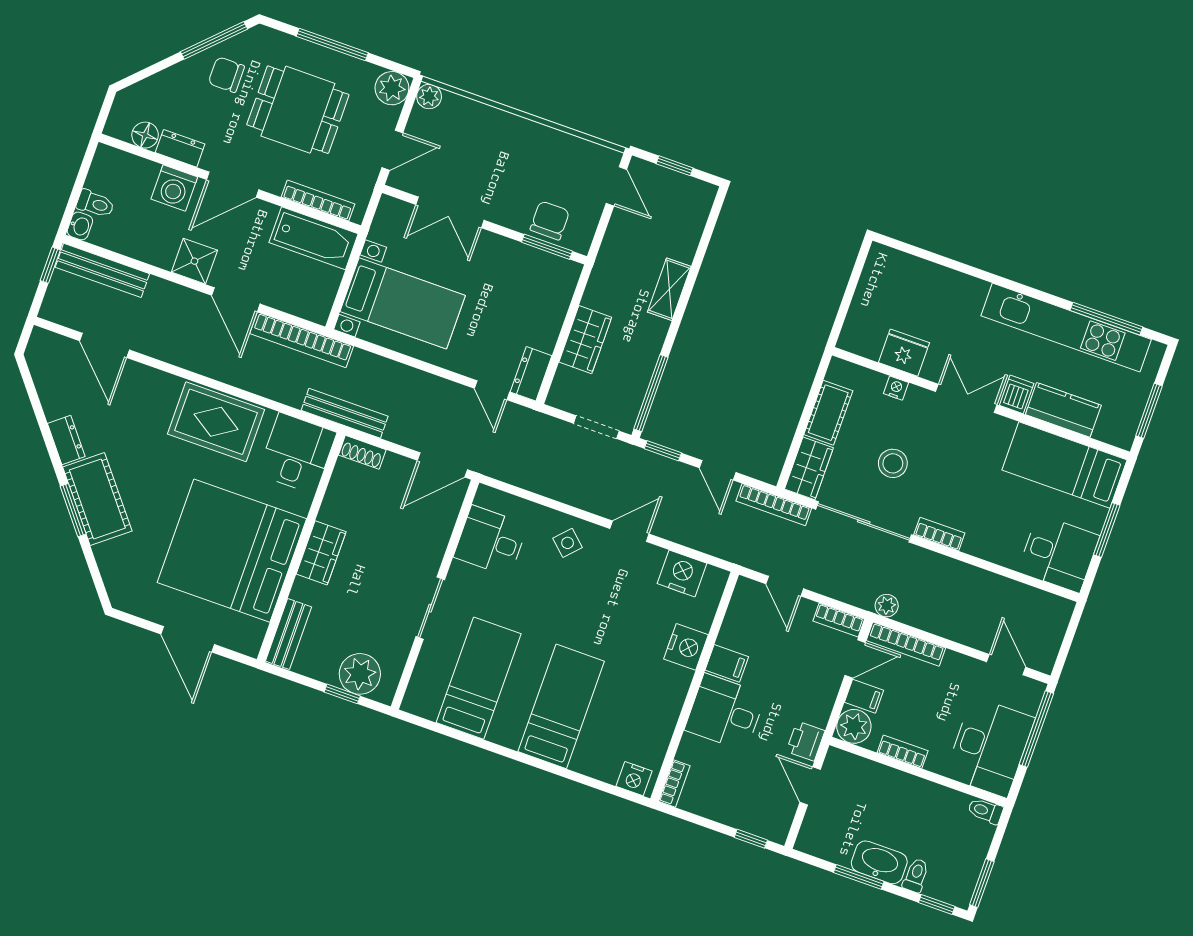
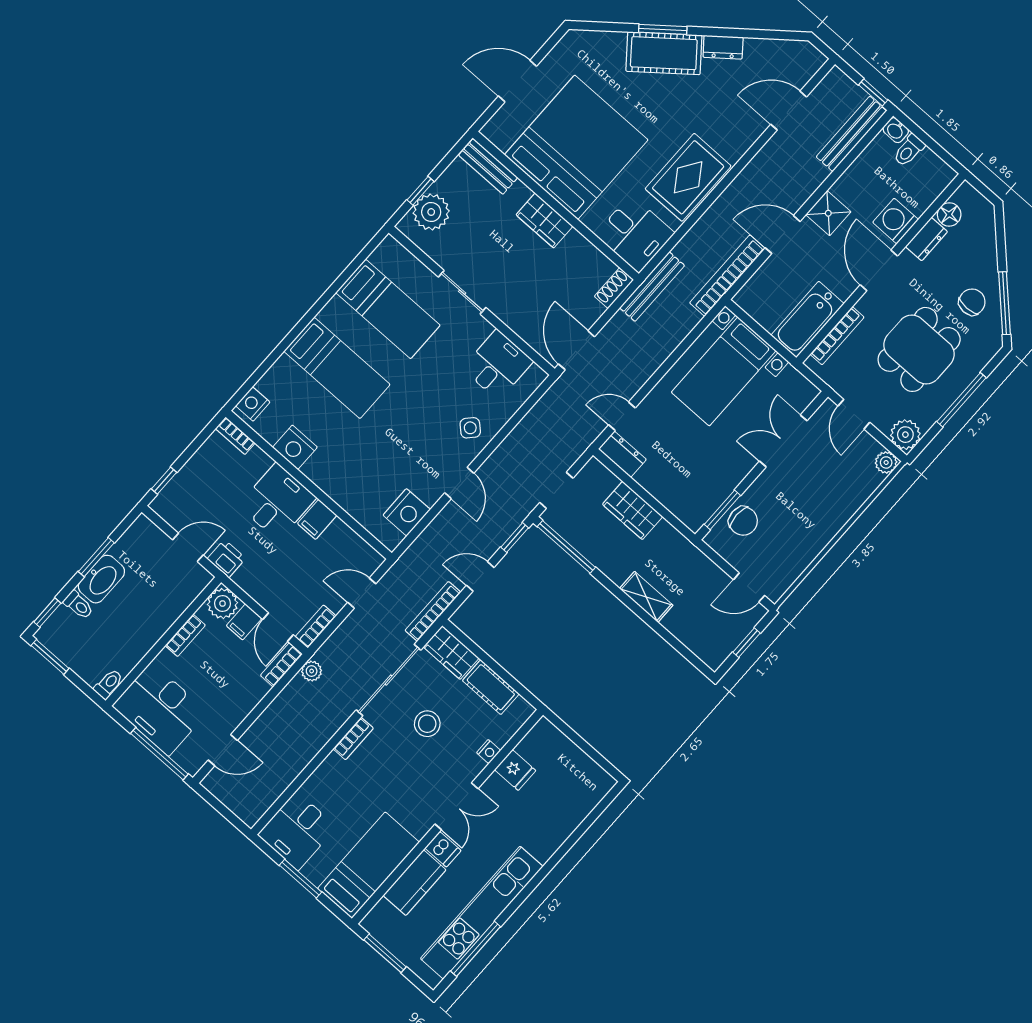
fridge: (904, 353) -> (515, 770), width x0.72
bookcase: (906, 644) -> (281, 665), width x0.64
nightstand: (686, 647) -> (295, 447), moved

